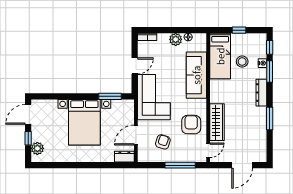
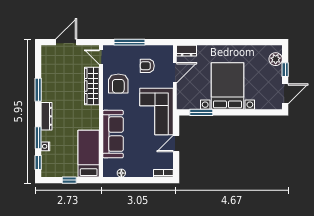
plant: (176, 39) -> (134, 171), removed
stool: (242, 62) -> (66, 148), removed
armchair: (163, 142) -> (147, 66), turned 72
door: (208, 150) -> (101, 57), hinge flipped

